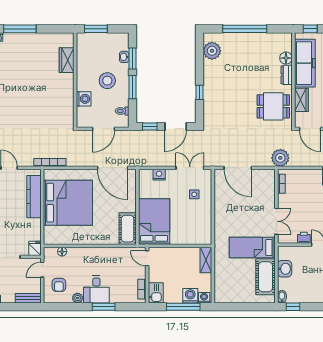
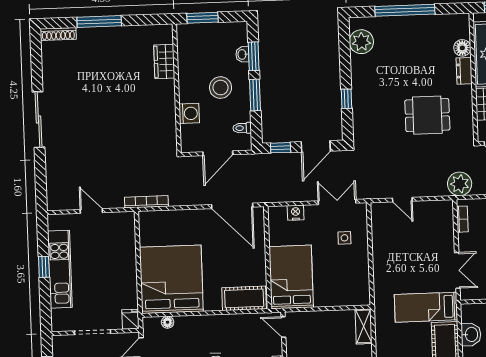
dining table: (273, 106) -> (427, 115), moved
door: (238, 168) -> (402, 200), width x0.53
kitchen counter: (34, 197) -> (127, 249), removed
bed: (68, 203) -> (171, 279), moved, turned -90
cot: (128, 229) -> (244, 298), moved, turned 90

